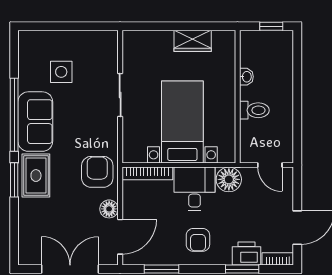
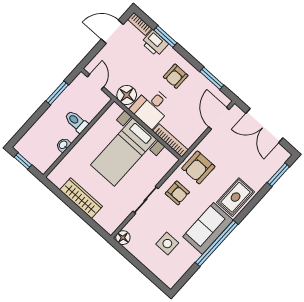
wardrobe: (193, 41) -> (81, 198), width x1.50
window: (297, 121) -> (57, 93), added
armchair: (95, 129) -> (177, 193), added
window: (14, 180) -> (278, 175), moved
floor lamp: (109, 209) -> (123, 238), moved
door: (120, 237) -> (219, 118), hinge flipped
armchair: (198, 240) -> (176, 76), turned 180

